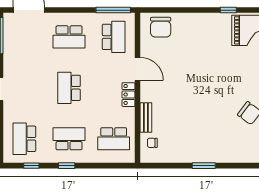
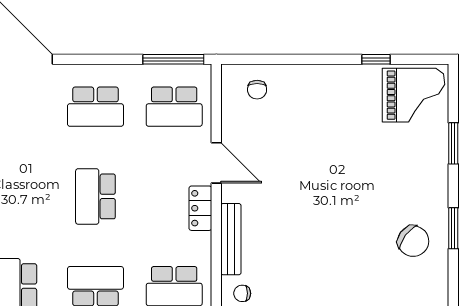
chair: (161, 27) -> (257, 90), width x0.54, depth x0.54
school desk: (114, 37) -> (174, 107), turned 90
bench: (146, 117) -> (231, 239), width x1.36

